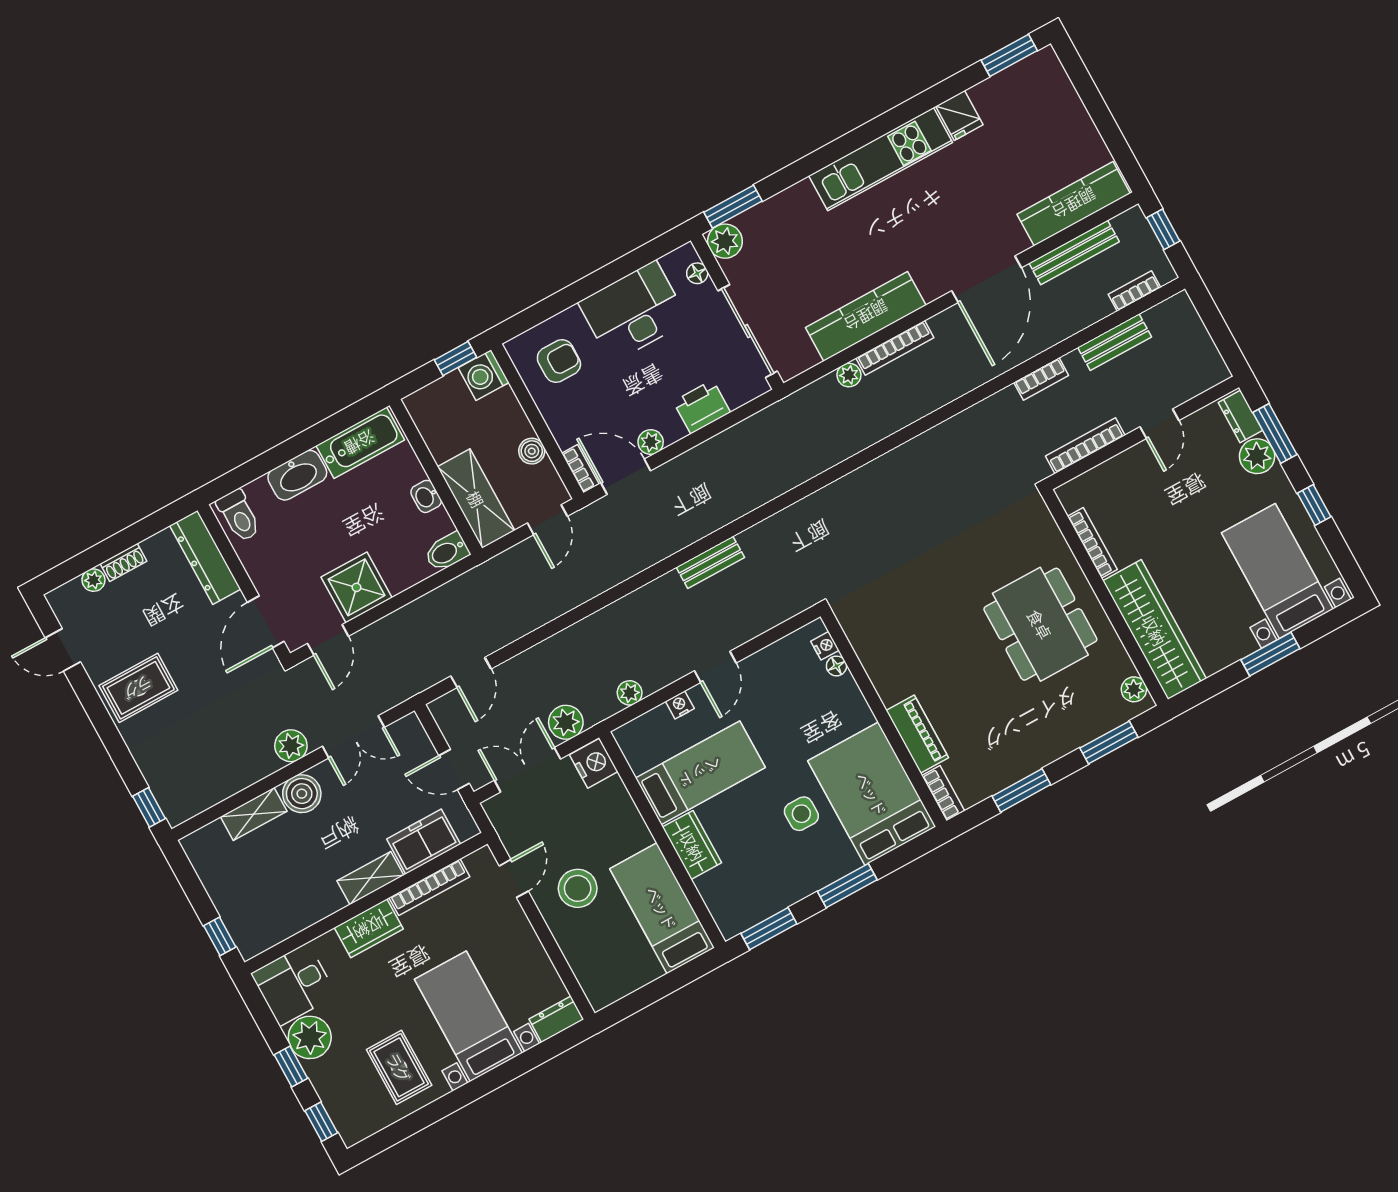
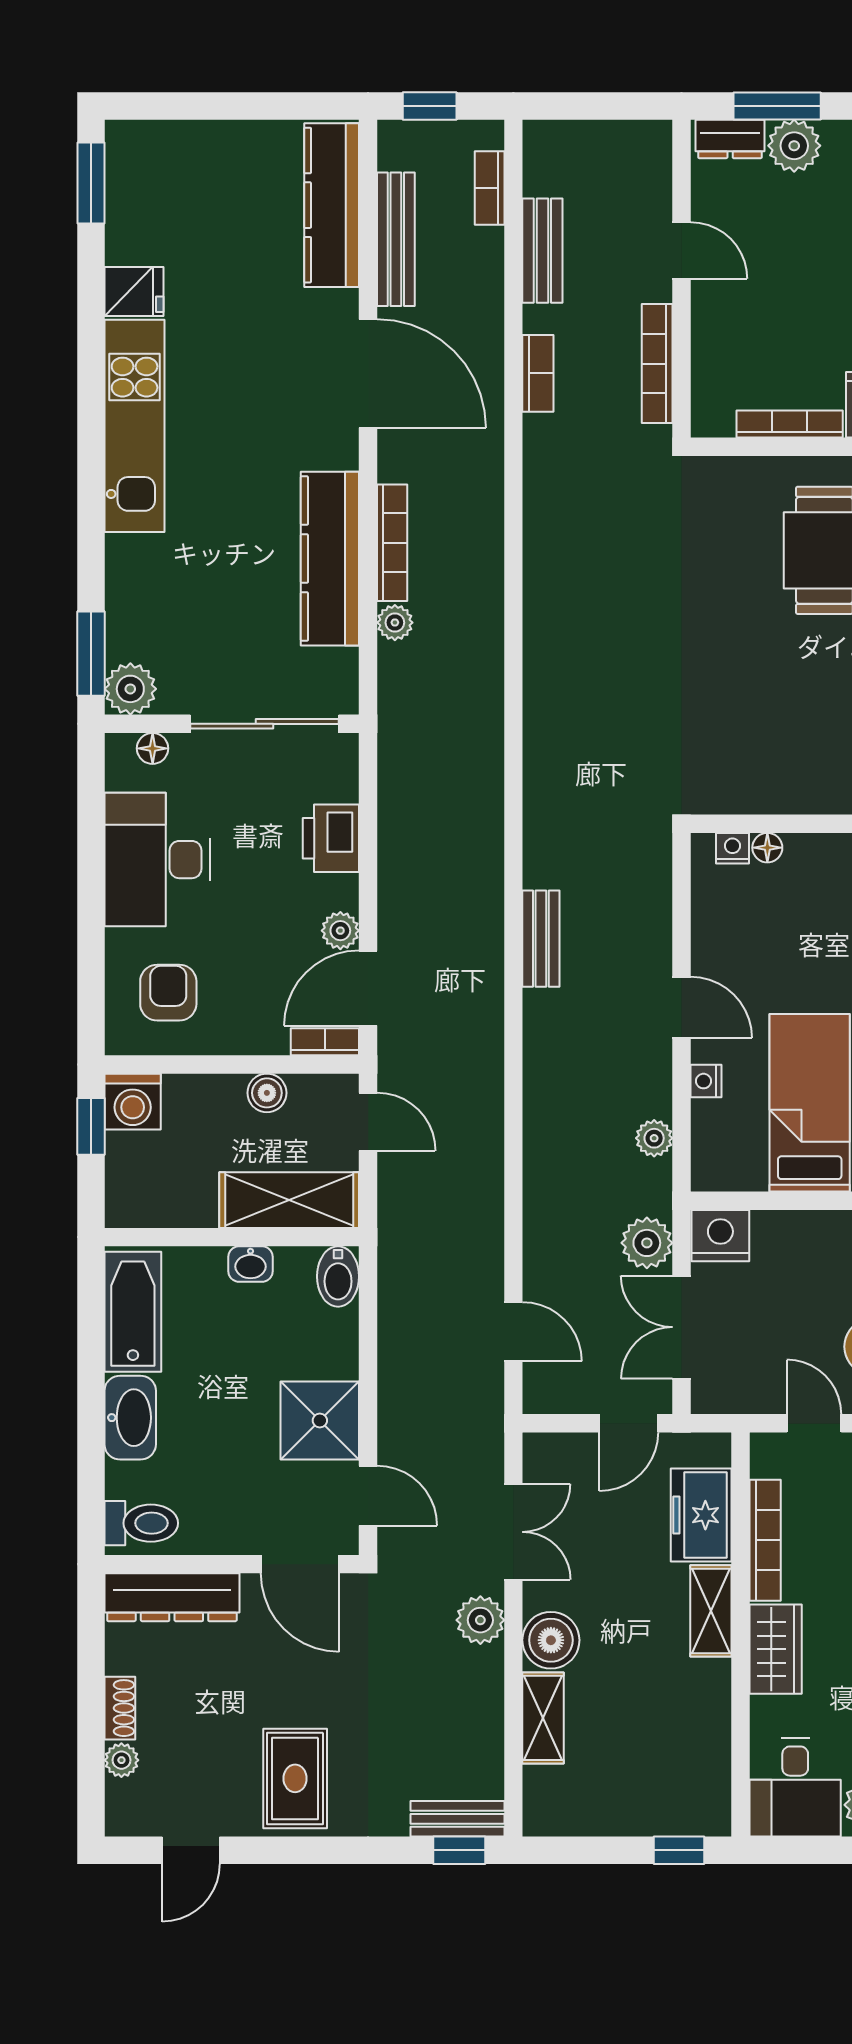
bench: (167, 796) -> (457, 1819), added

